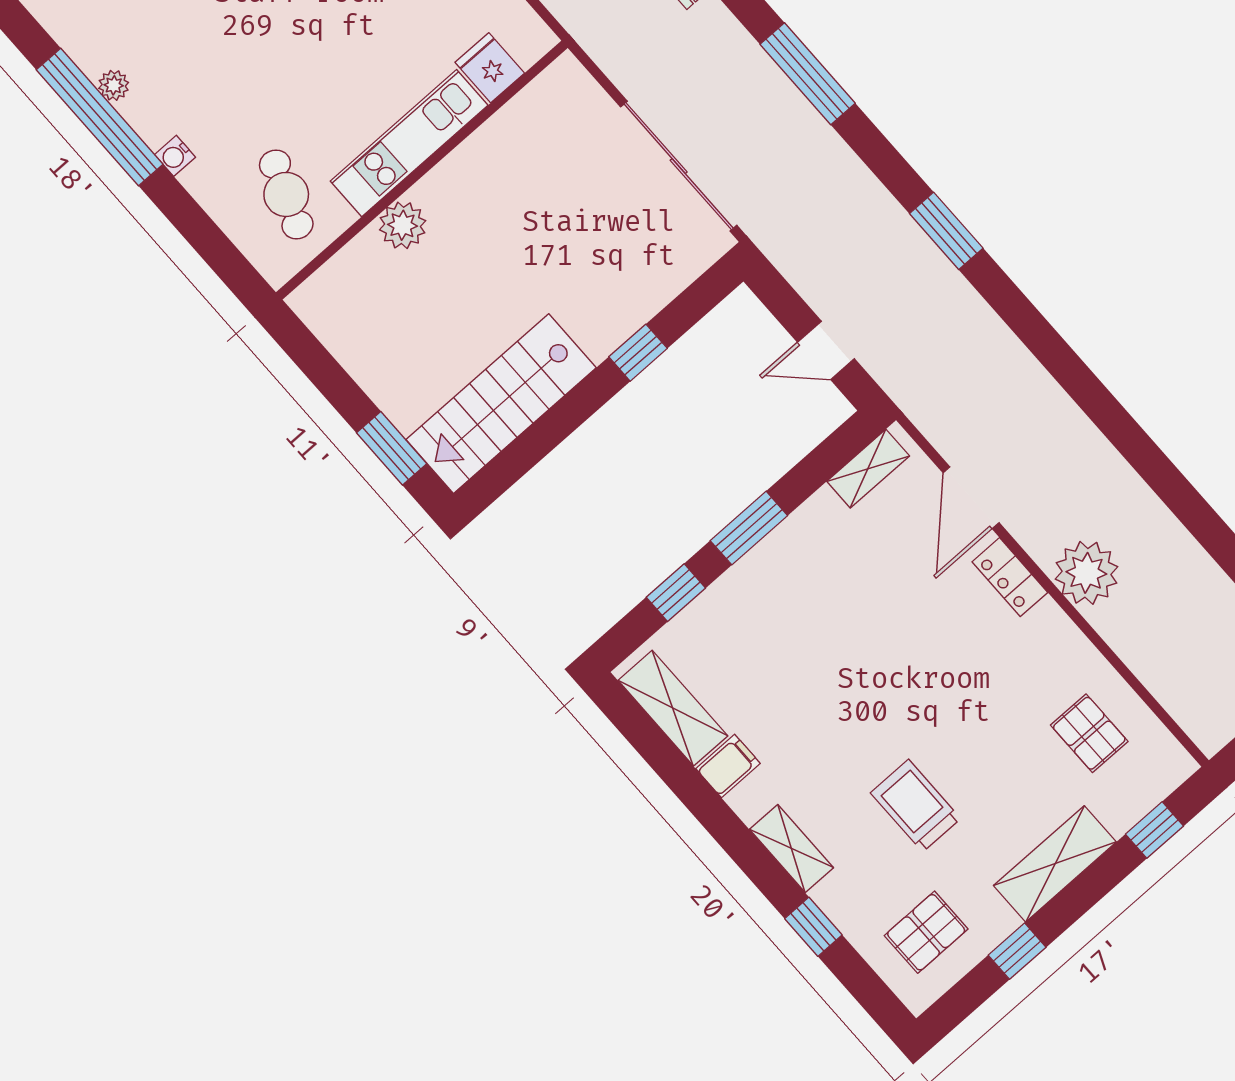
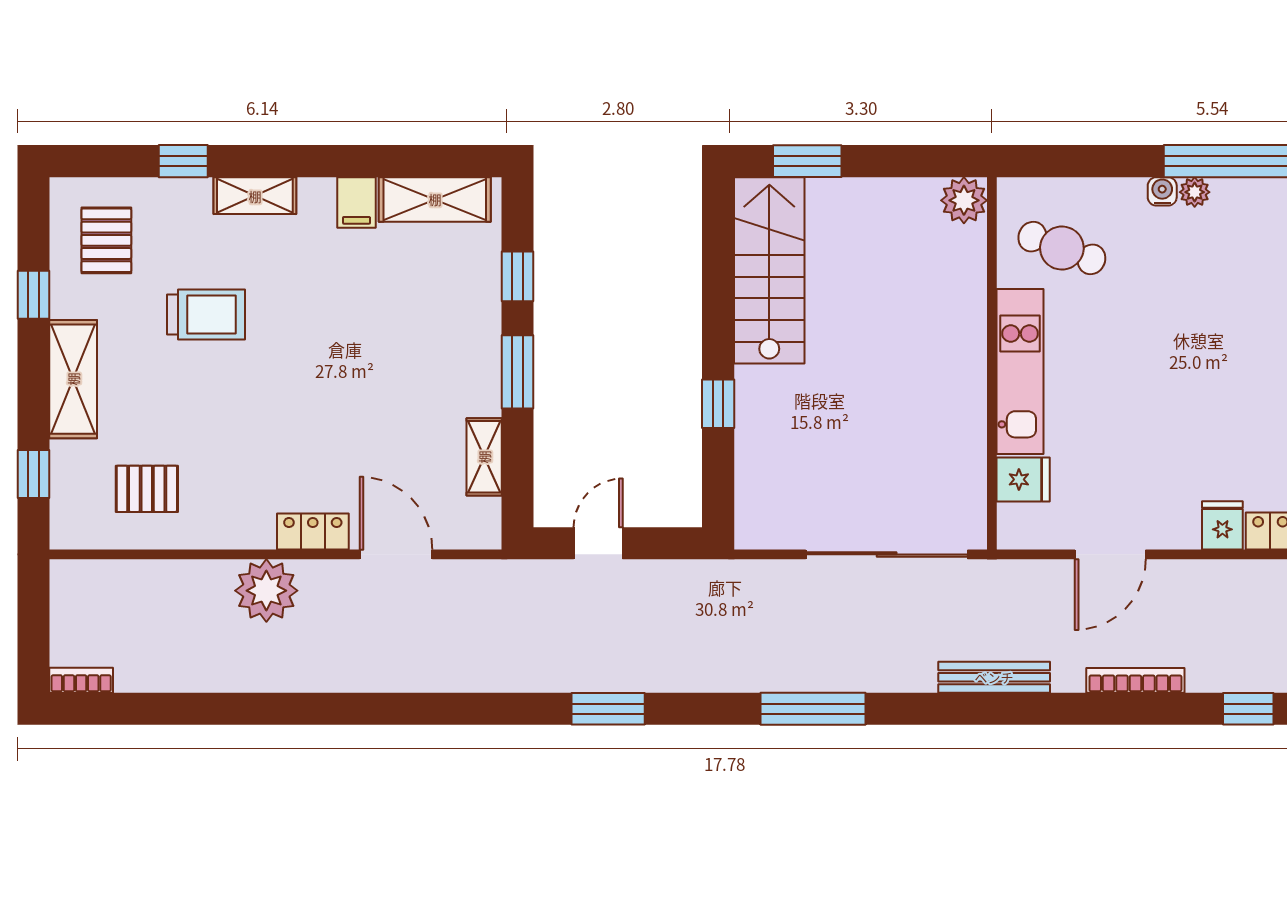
plant: (114, 85) -> (1195, 192), moved
sliding door: (679, 166) -> (887, 554), moved
plant: (403, 225) -> (964, 200), moved
shelving: (868, 469) -> (484, 457), moved

